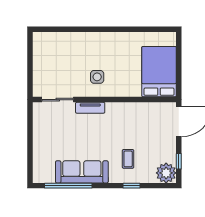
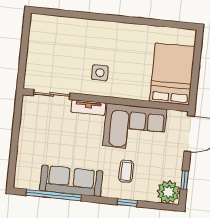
corner sofa: (132, 121) -> (135, 127), added

